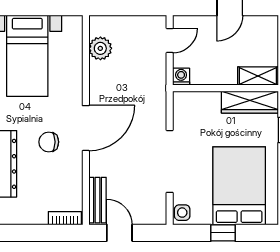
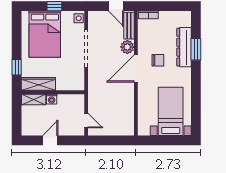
door: (170, 41) -> (86, 120), swing flipped
plant: (100, 48) -> (127, 47), moved
washing machine: (181, 77) -> (52, 99), moved

